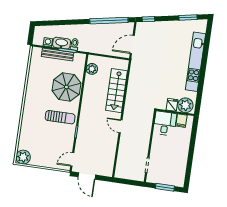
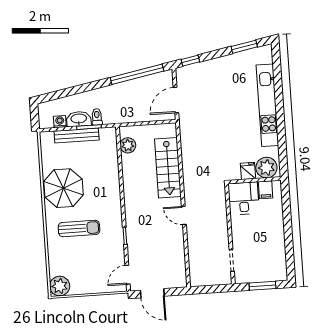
parasol: (66, 87) -> (64, 188), moved
sun lounger: (60, 117) -> (79, 229), moved

